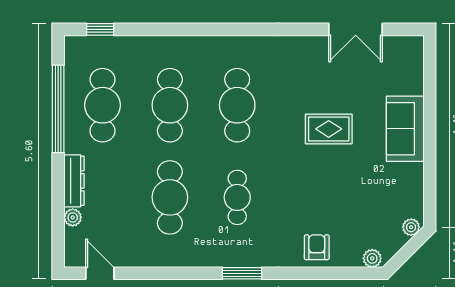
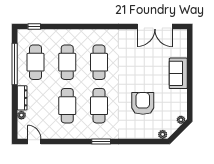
double door: (356, 29) -> (155, 26), width x1.37
rug: (329, 129) -> (142, 73), removed
cafe table: (237, 197) -> (99, 106), width x1.37, depth x1.35
armchair: (317, 247) -> (143, 103), moved, width x1.88, depth x1.88

